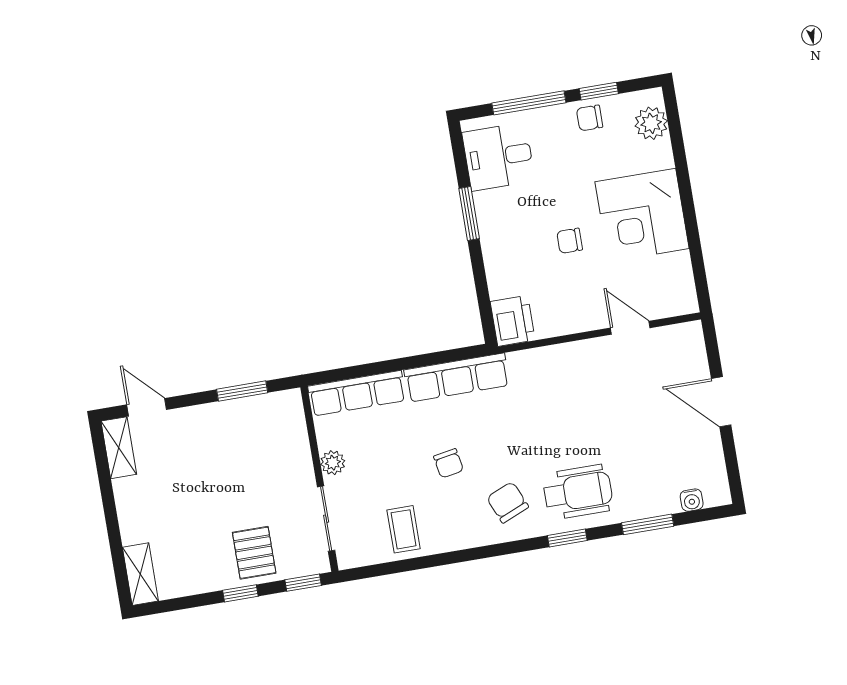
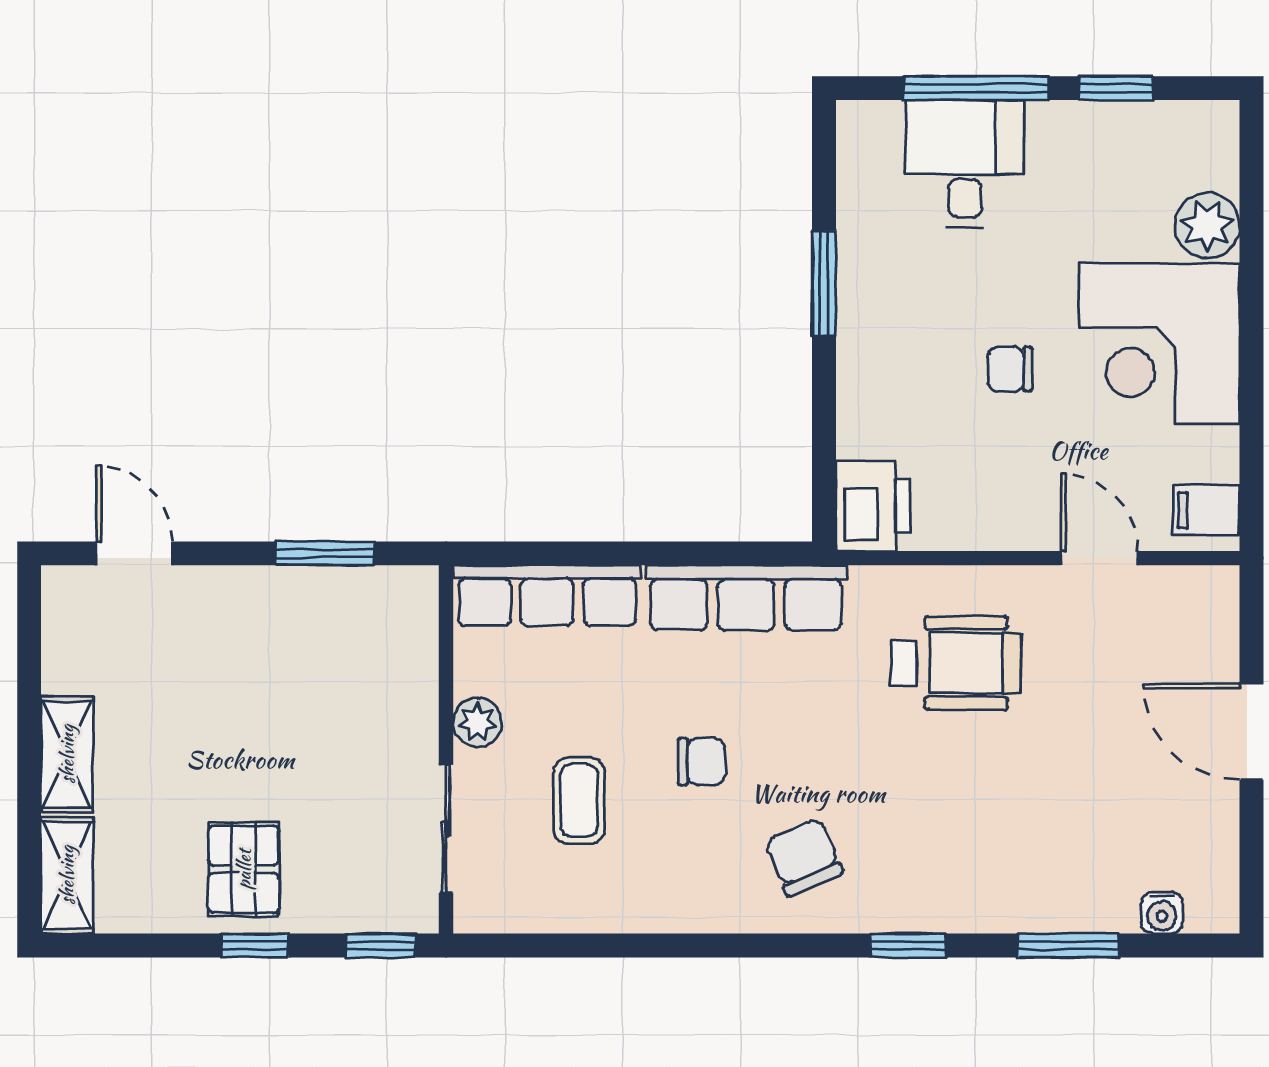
chair: (590, 118) -> (1089, 137), removed
plant: (651, 123) -> (1207, 226), moved
desk: (498, 157) -> (965, 164), moved, turned 90
filing cabinet: (680, 295) -> (1206, 510), added
shelving: (119, 448) -> (67, 754), moved
chair: (448, 463) -> (702, 762), turned -80
wheelchair: (578, 492) -> (956, 663), moved
coffee table: (404, 529) -> (579, 801), moved
pallet: (254, 553) -> (244, 869), moved

